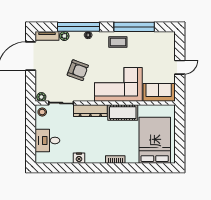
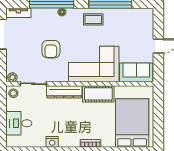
plant: (64, 36) -> (37, 13), removed
armchair: (78, 70) -> (51, 49), turned 70

